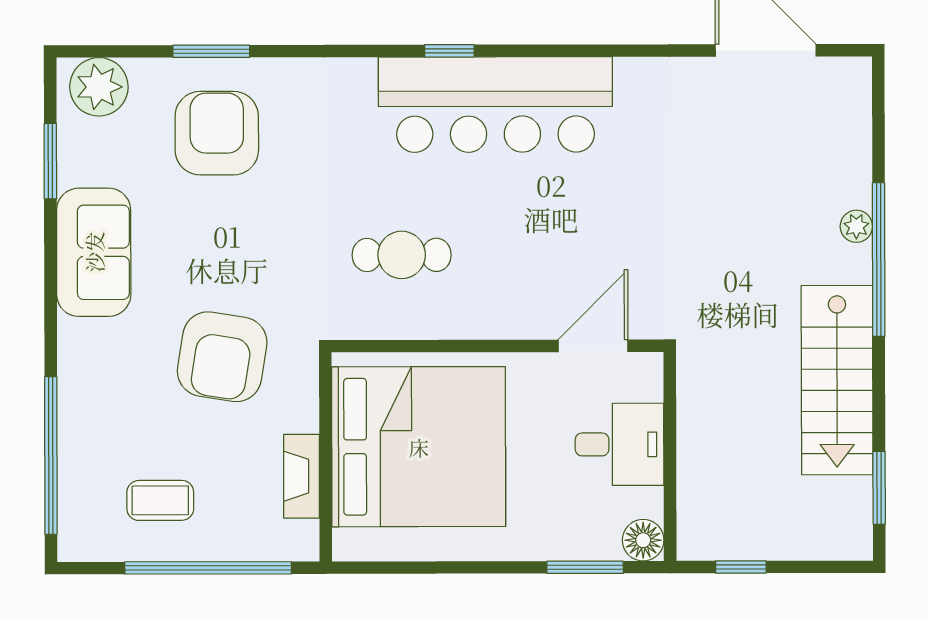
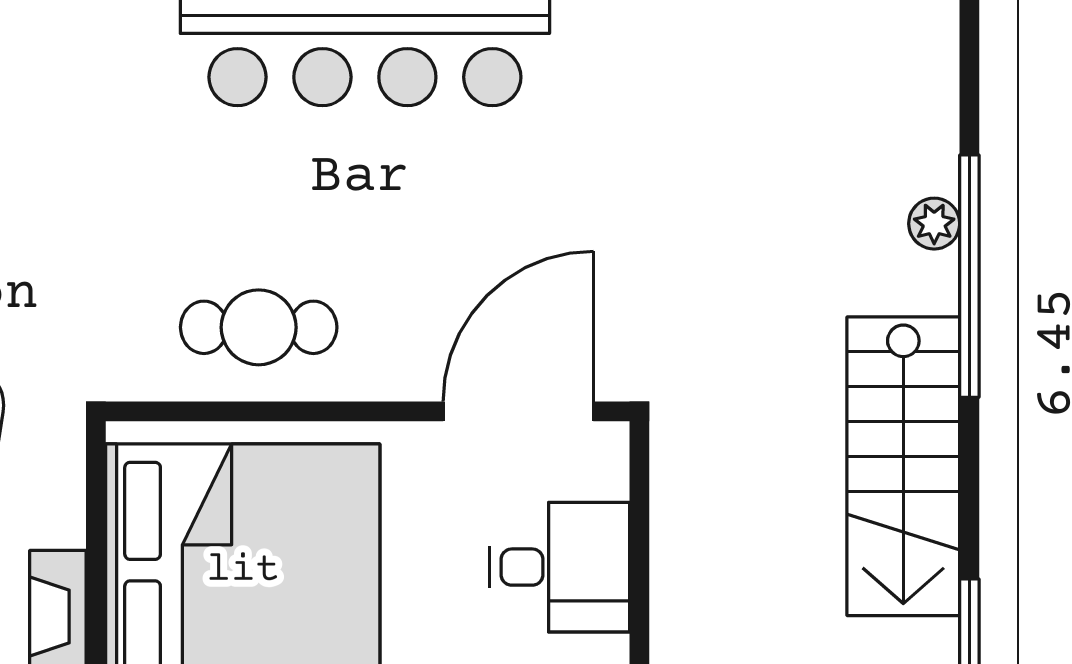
cafe table: (402, 255) -> (259, 327), moved
door: (593, 346) -> (518, 411), width x1.36

